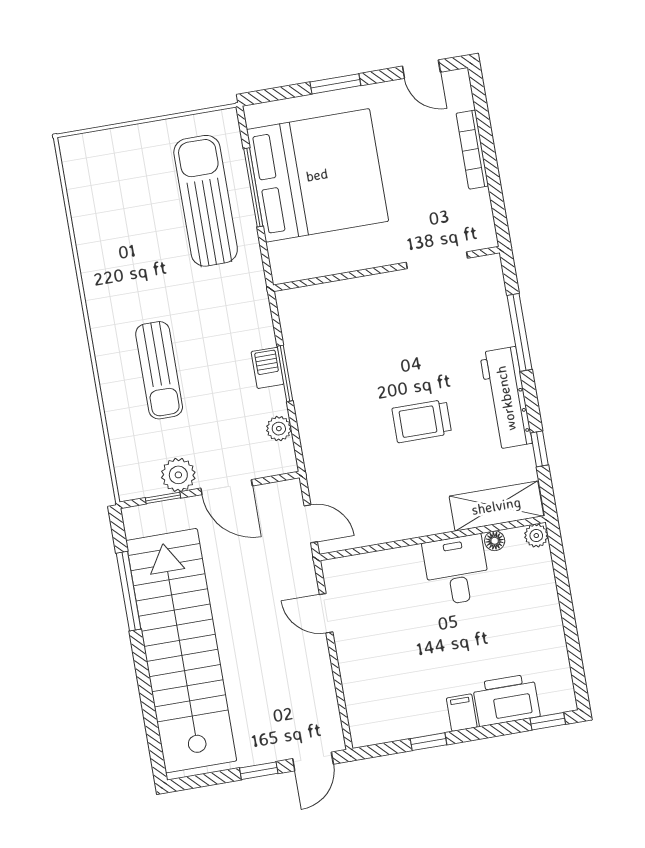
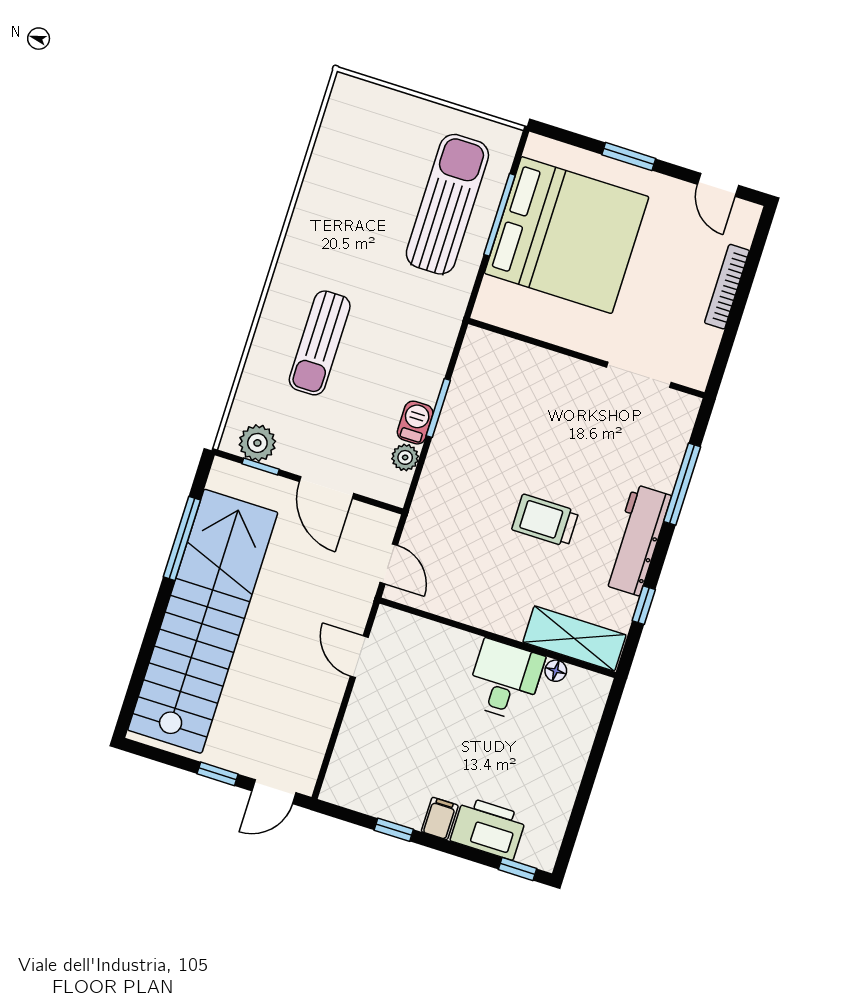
barbecue: (268, 368) -> (415, 423), moved
plant: (178, 475) -> (257, 443), moved
plant: (536, 536) -> (598, 686), removed

